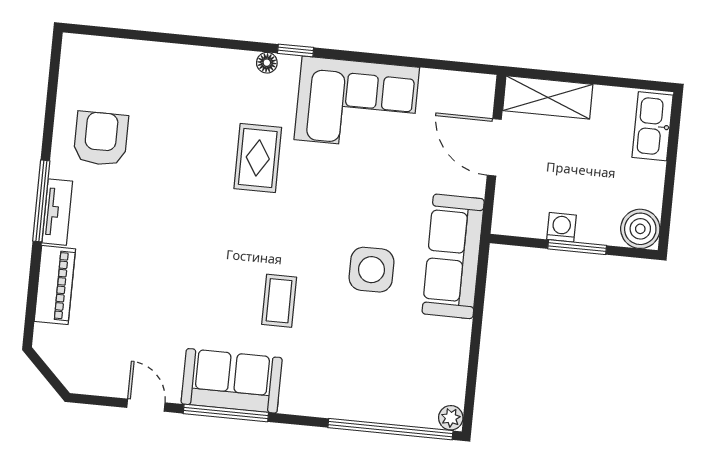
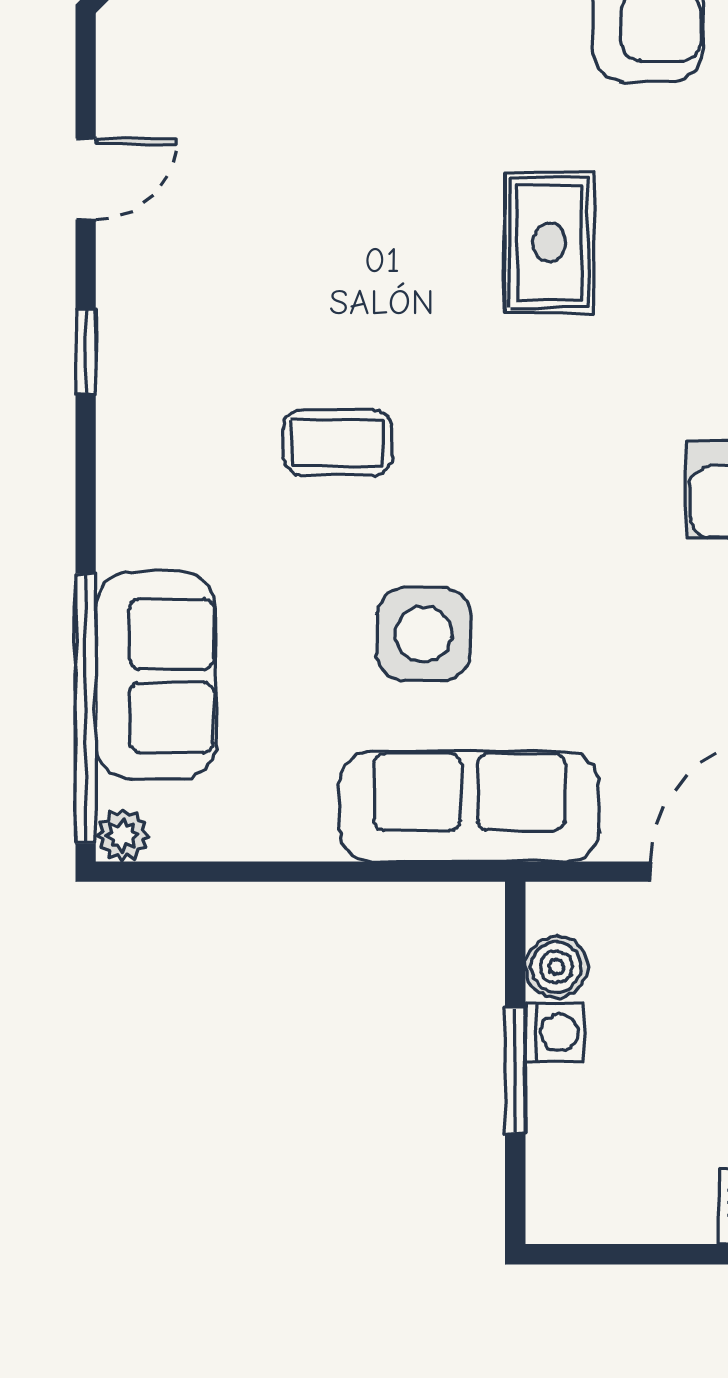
rug: (258, 158) -> (549, 243), moved, turned 90
boiler: (640, 229) -> (556, 967), moved, width x0.73, depth x0.73
sofa: (232, 381) -> (156, 676), moved
window: (226, 413) -> (86, 352), width x0.46

